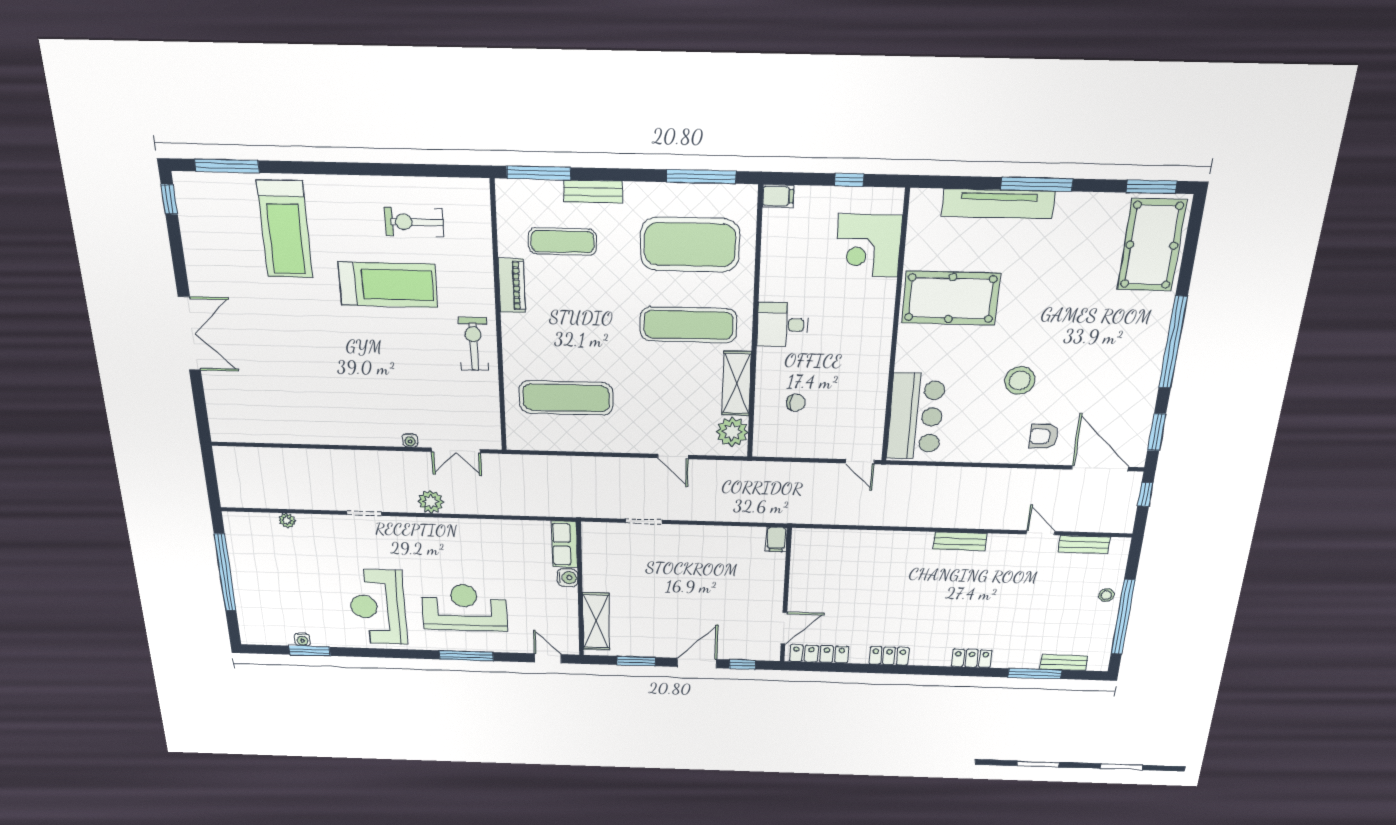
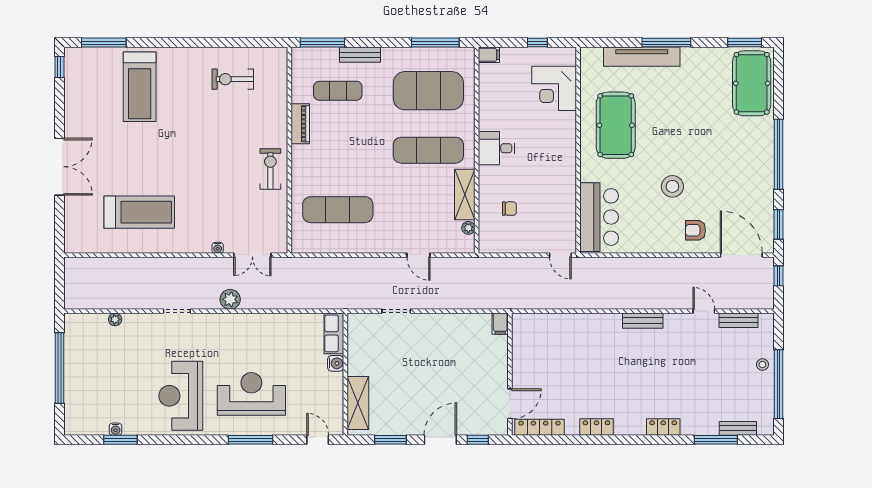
treadmill: (388, 285) -> (139, 212), moved
pool table: (951, 298) -> (616, 125), turned 90
plant: (732, 432) -> (468, 228), width x0.53, depth x0.53

